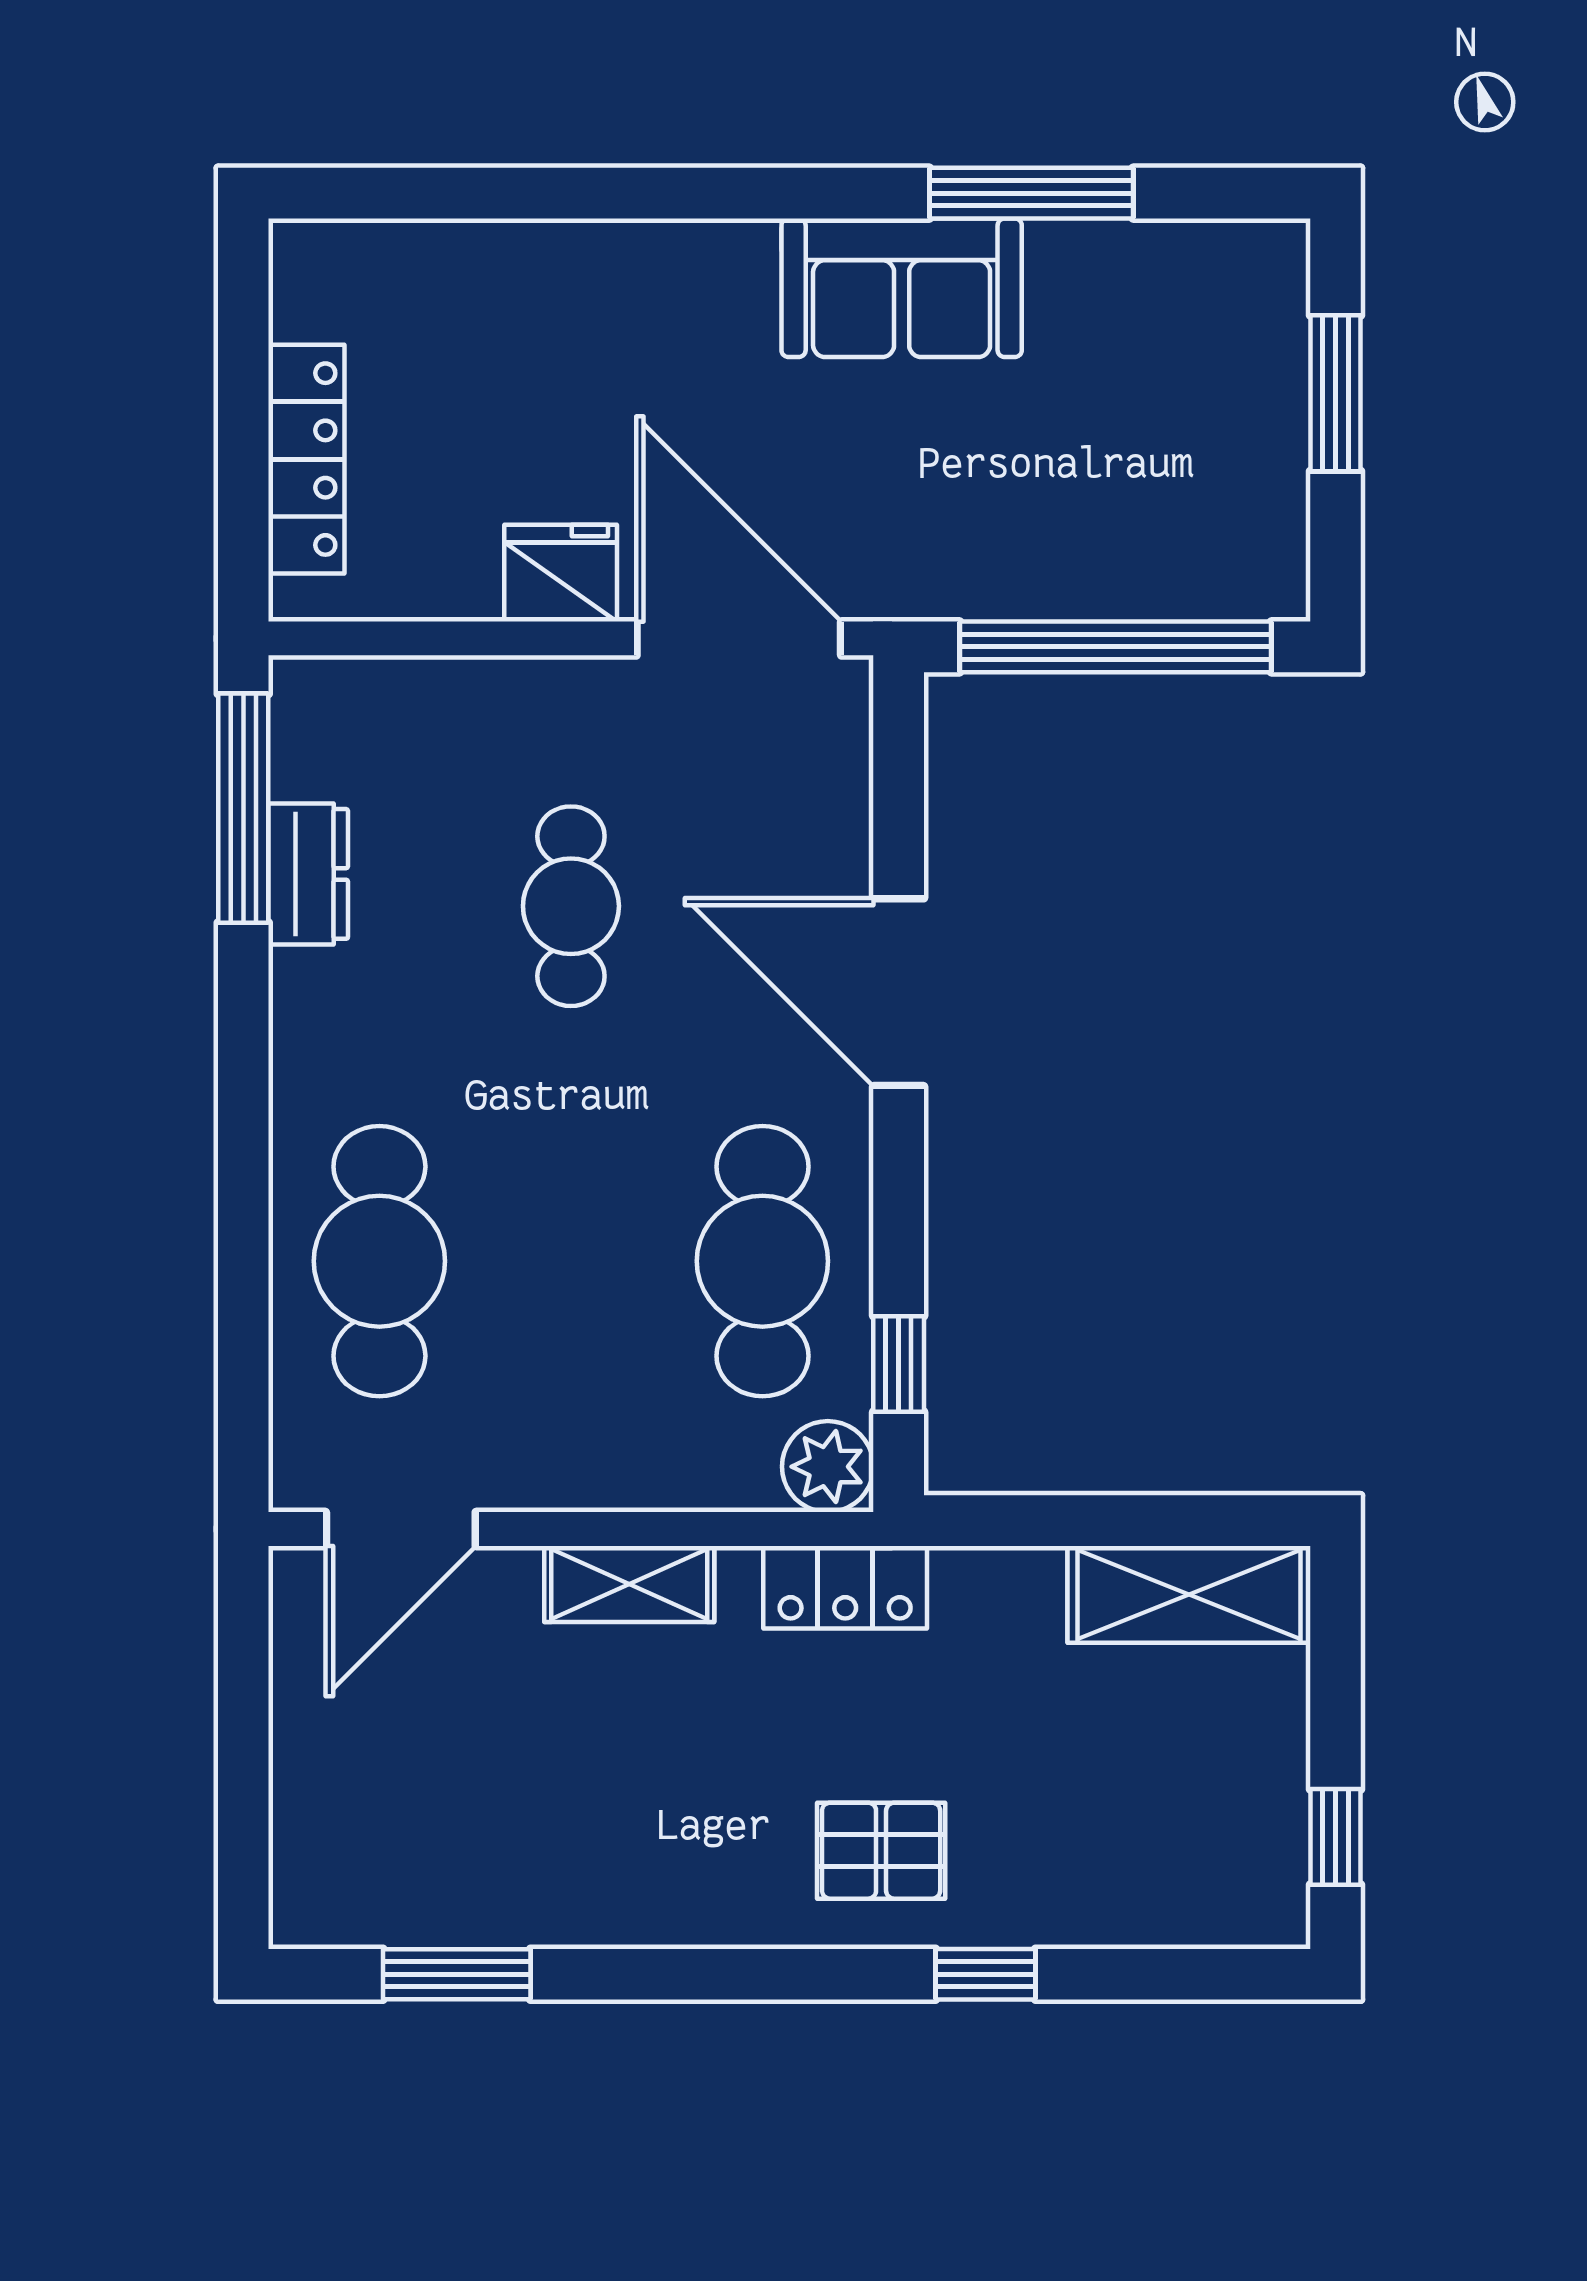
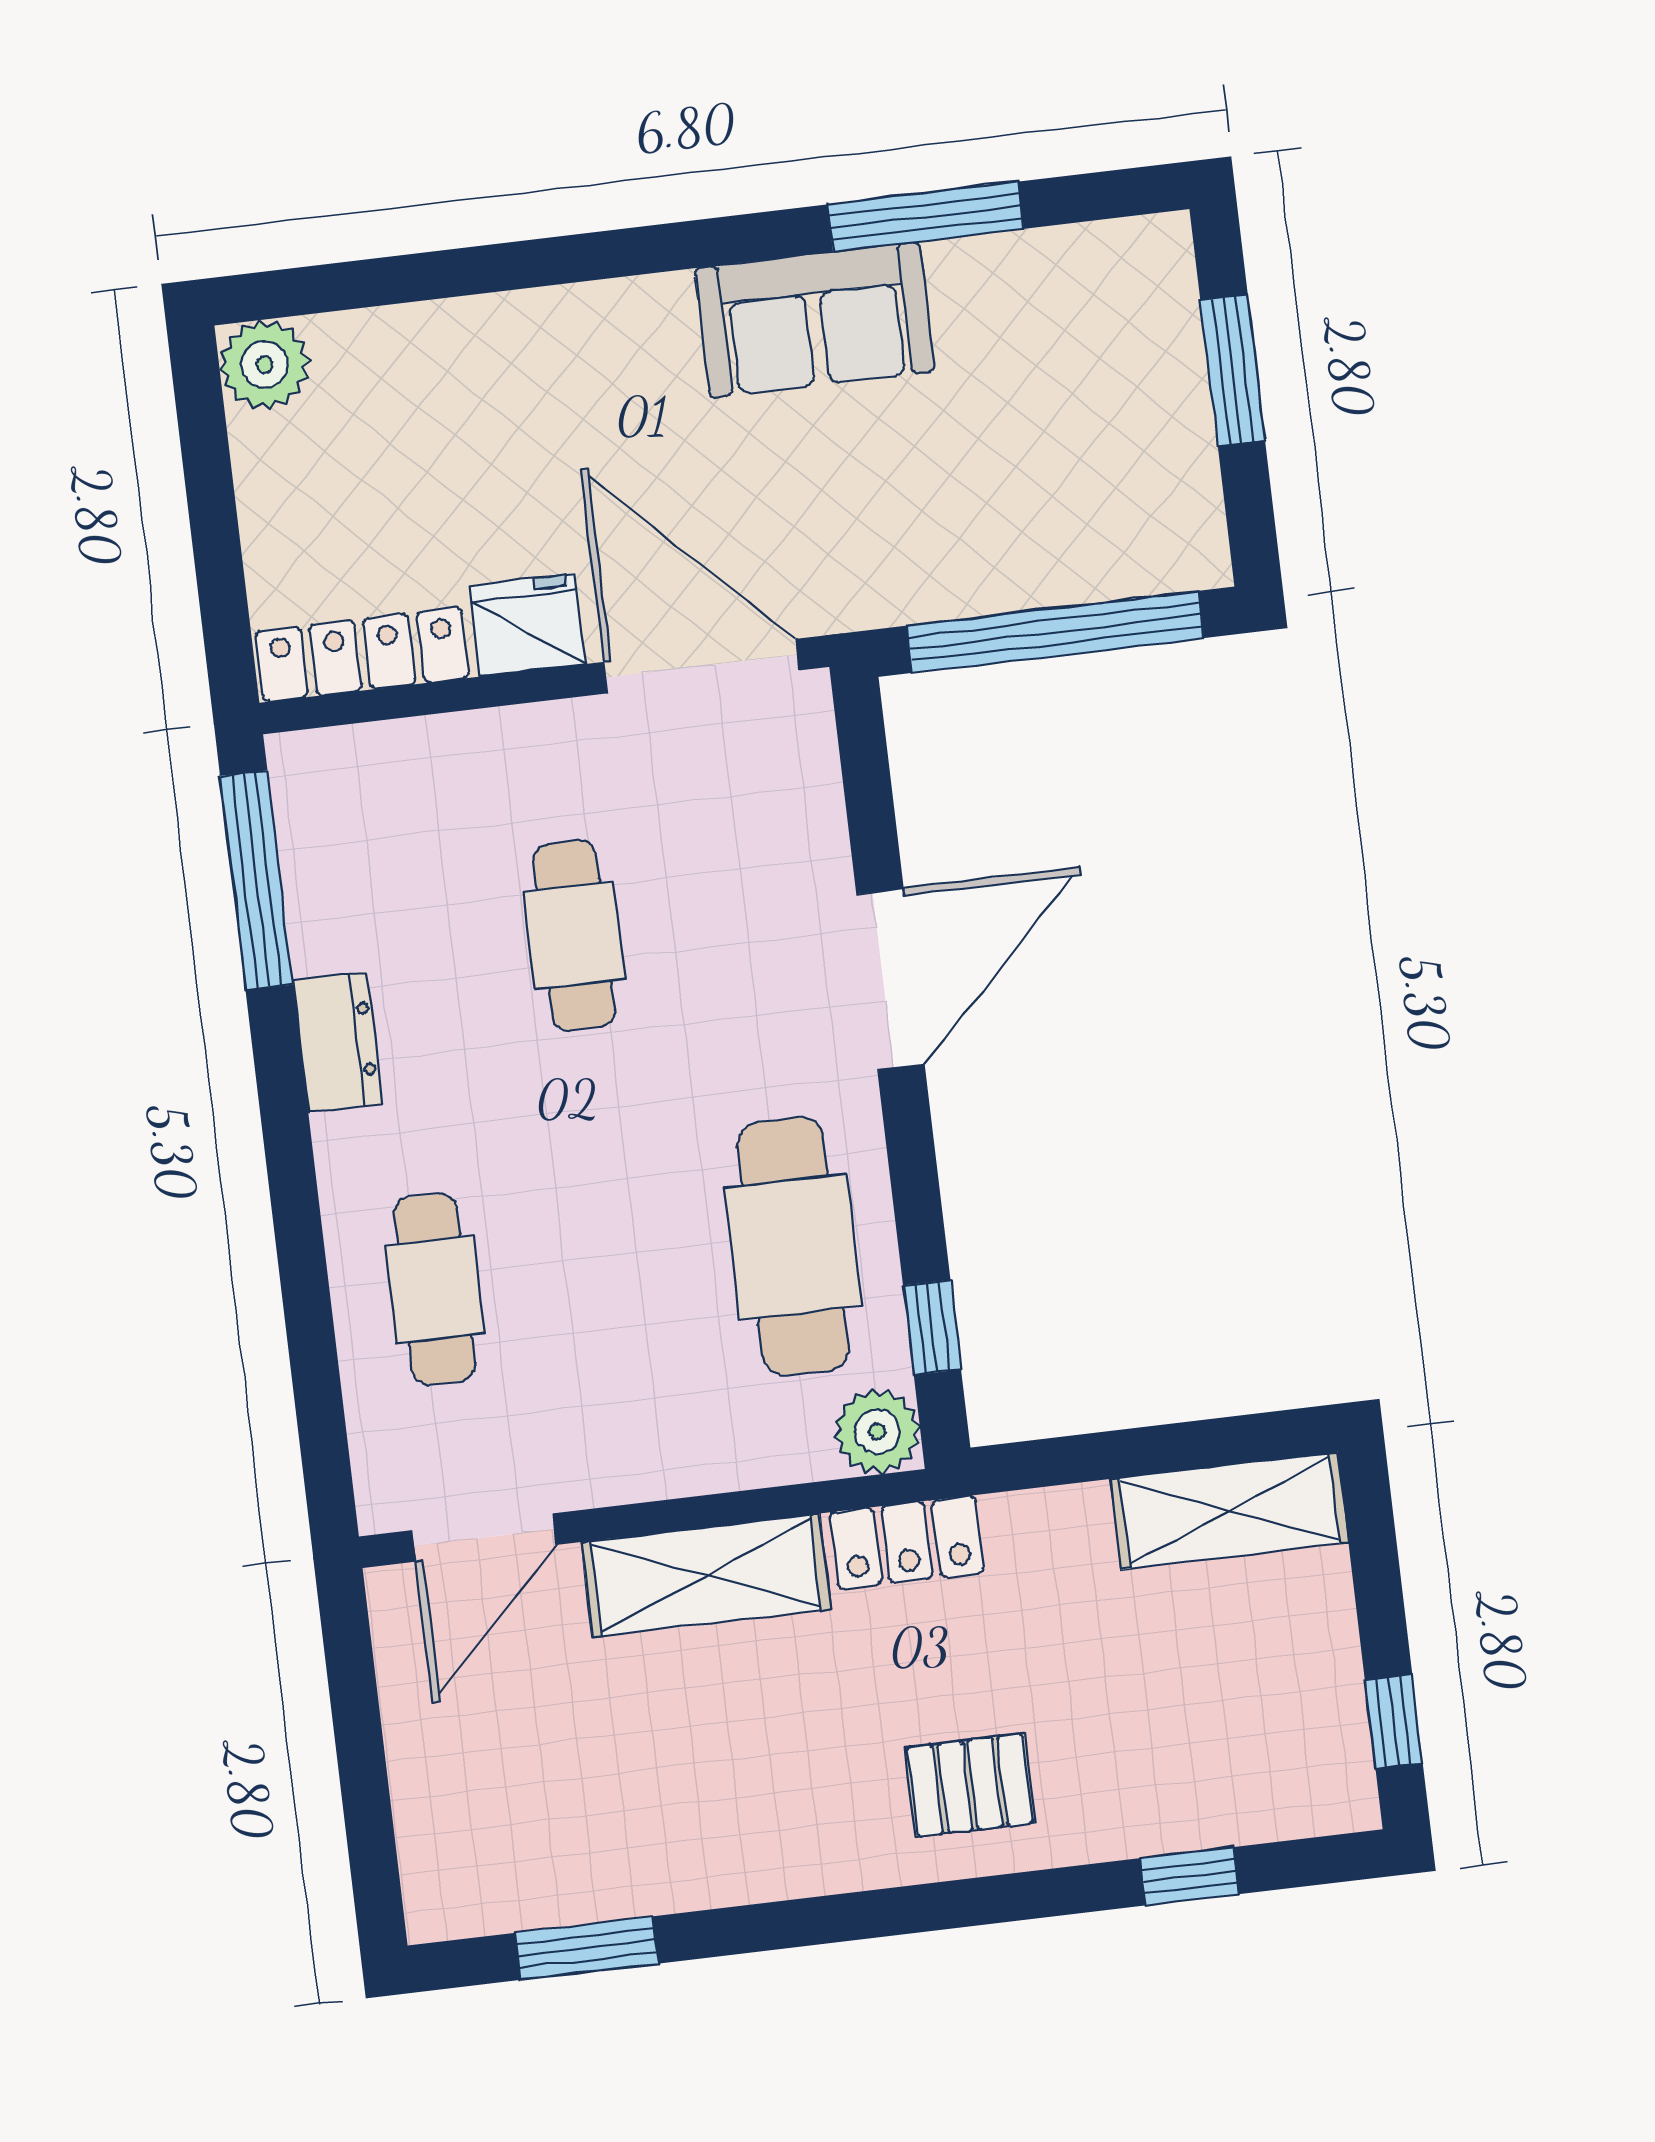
plant: (316, 266) -> (264, 365), added
locker: (306, 459) -> (362, 655), moved, turned -90
dresser: (308, 874) -> (337, 1042), moved
door: (899, 992) -> (891, 979), swing flipped
cafe table: (379, 1261) -> (435, 1289), width x0.73, depth x0.74
shelving: (629, 1584) -> (706, 1575), width x1.50, depth x1.33
window: (986, 1974) -> (1190, 1876), moved

